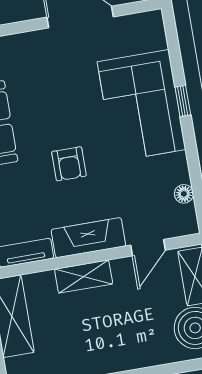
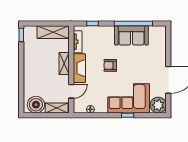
plant: (146, 31) -> (158, 105), added
door: (148, 248) -> (71, 91), swing flipped

